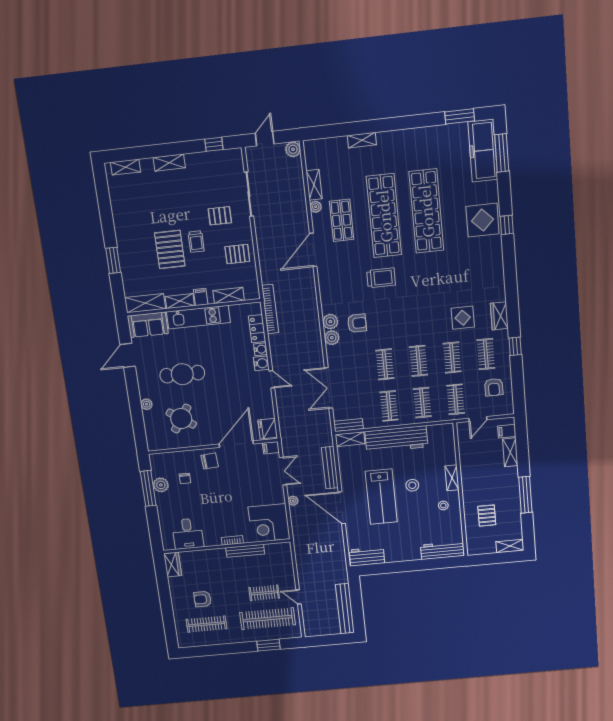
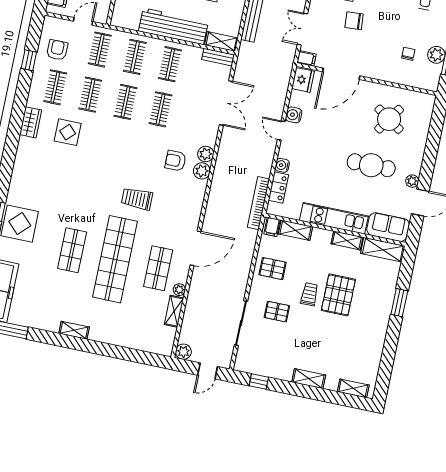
shelving: (362, 140) -> (74, 330), moved
shop shelf: (426, 211) -> (72, 250), width x0.50, depth x0.74
filing cabinet: (201, 297) -> (272, 227), moved
window: (515, 346) -> (29, 60), moved
water cooler: (261, 363) -> (294, 115), moved
plant: (147, 404) -> (412, 181), moved
chair: (210, 461) -> (354, 21), moved

